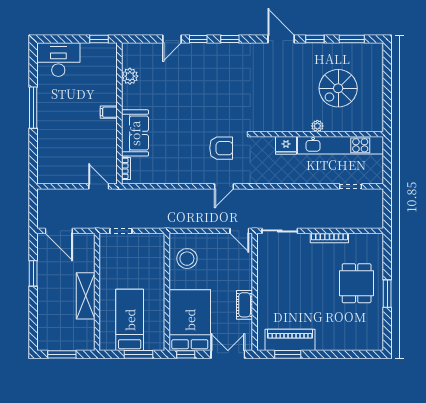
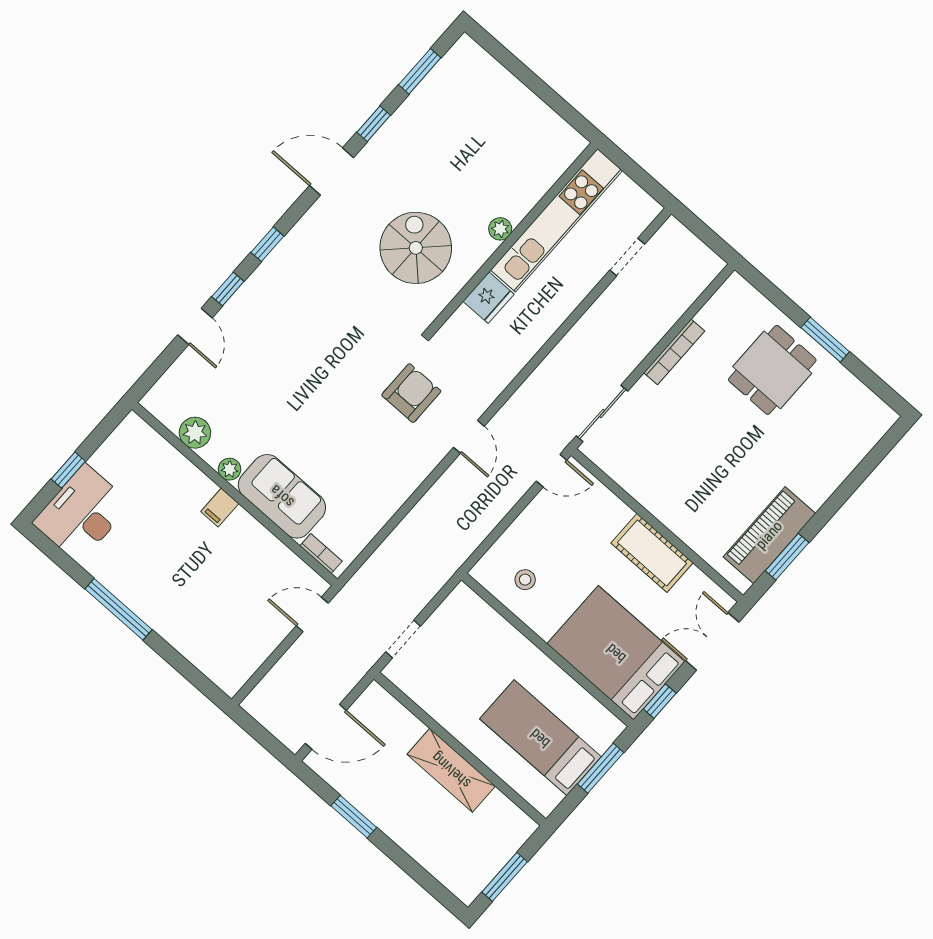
window: (99, 39) -> (68, 470), moved
spiral stairs: (338, 88) -> (416, 248), moved, turned 180
plant: (127, 103) -> (230, 469), added
stool: (187, 259) -> (525, 580), width x0.53, depth x0.53
dining table: (357, 283) -> (772, 370), turned 90
cot: (245, 305) -> (652, 553), width x1.37, depth x1.34

